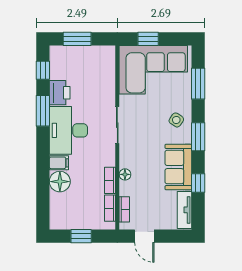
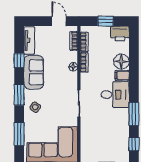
printer: (60, 93) -> (120, 33), moved, turned -90
desk: (68, 130) -> (115, 95), width x0.73

